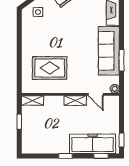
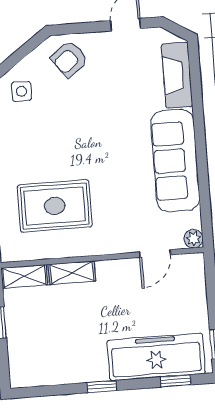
window: (122, 60) -> (203, 178), removed
door: (96, 94) -> (155, 254), hinge flipped
shelving: (75, 101) -> (72, 273), moved

